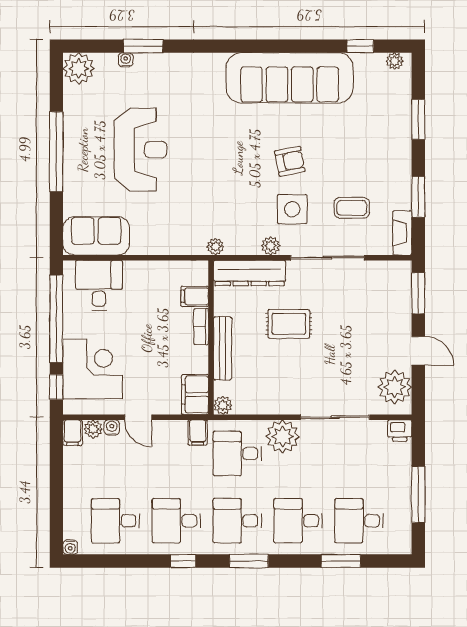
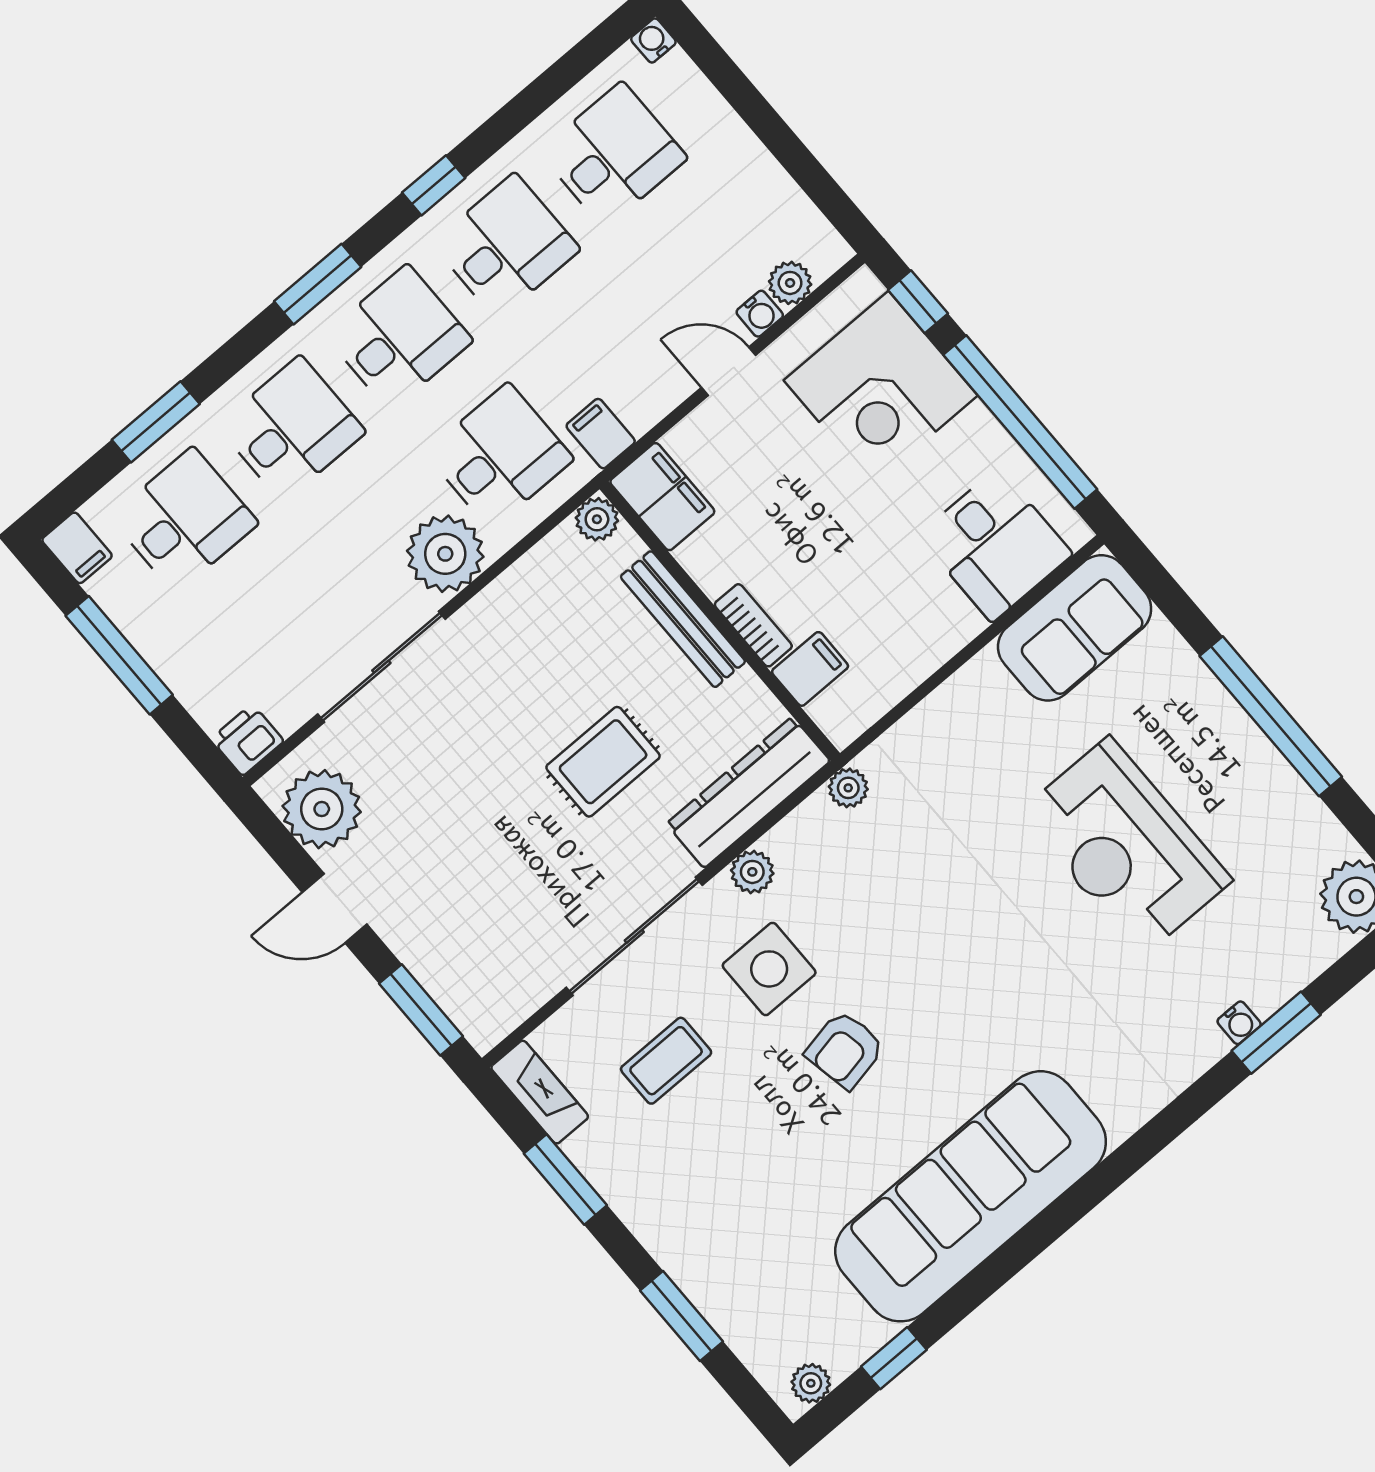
water cooler: (126, 60) -> (1239, 1023), moved
filing cabinet: (73, 433) -> (77, 548), moved, turned 180

